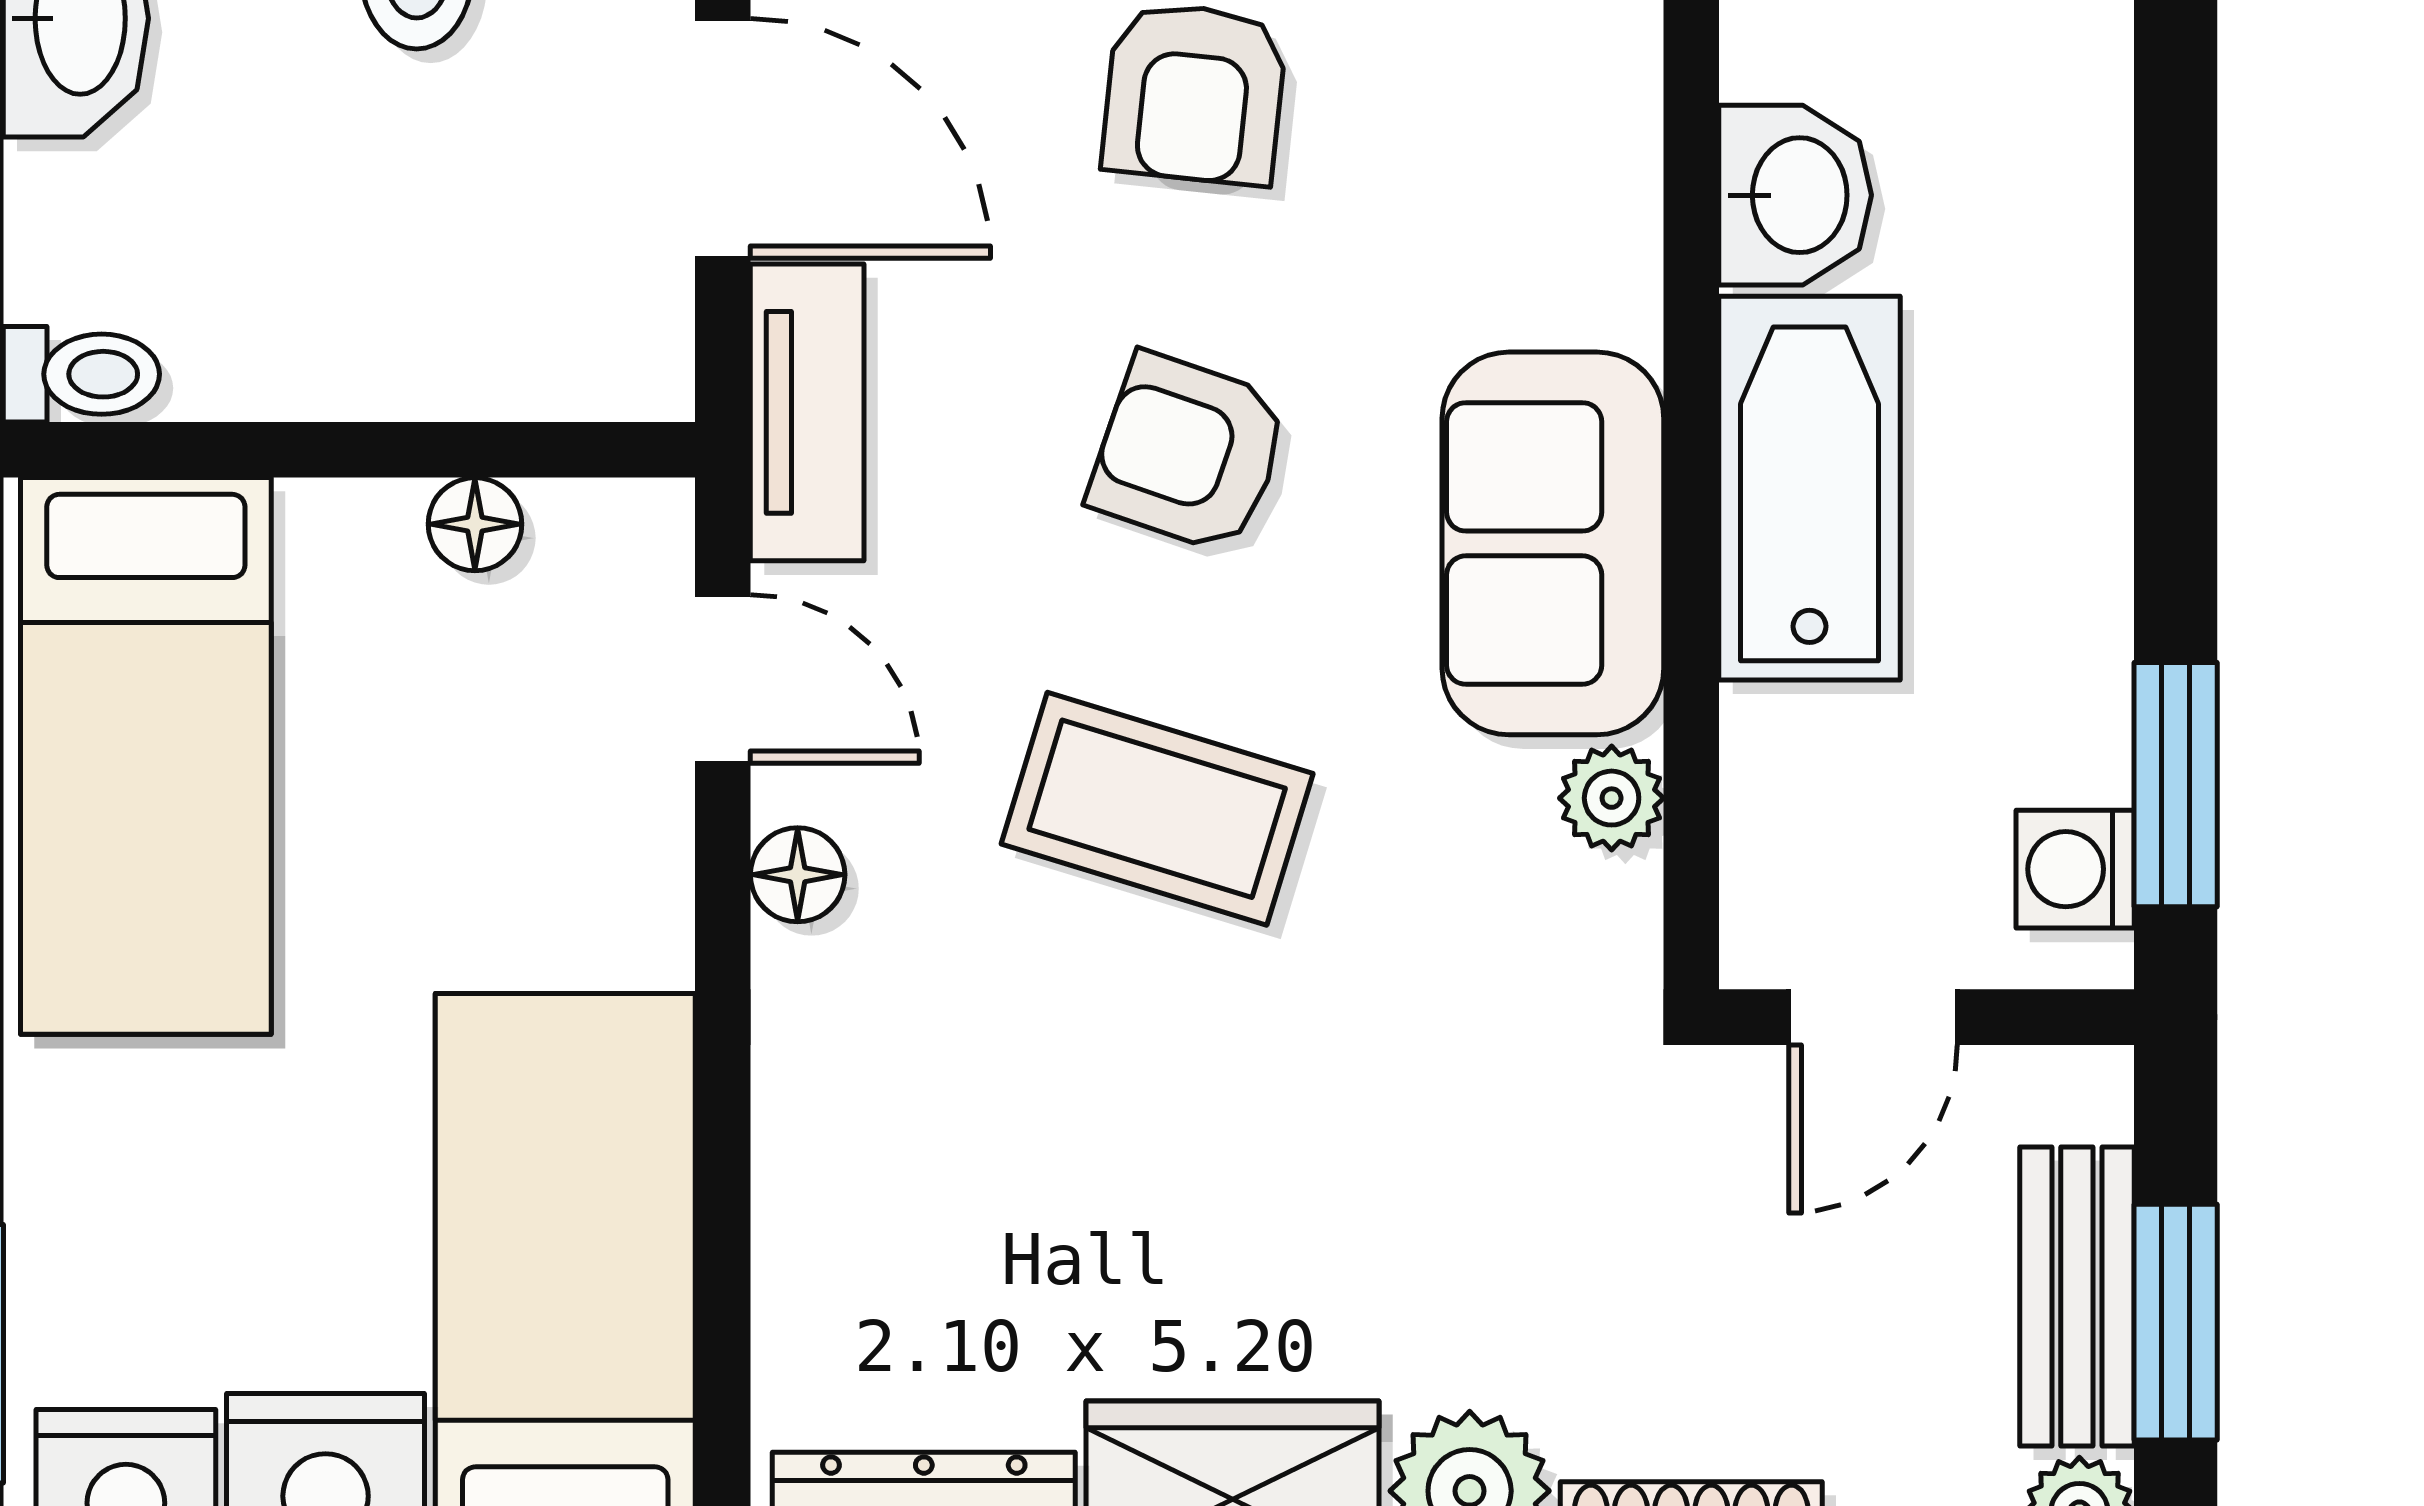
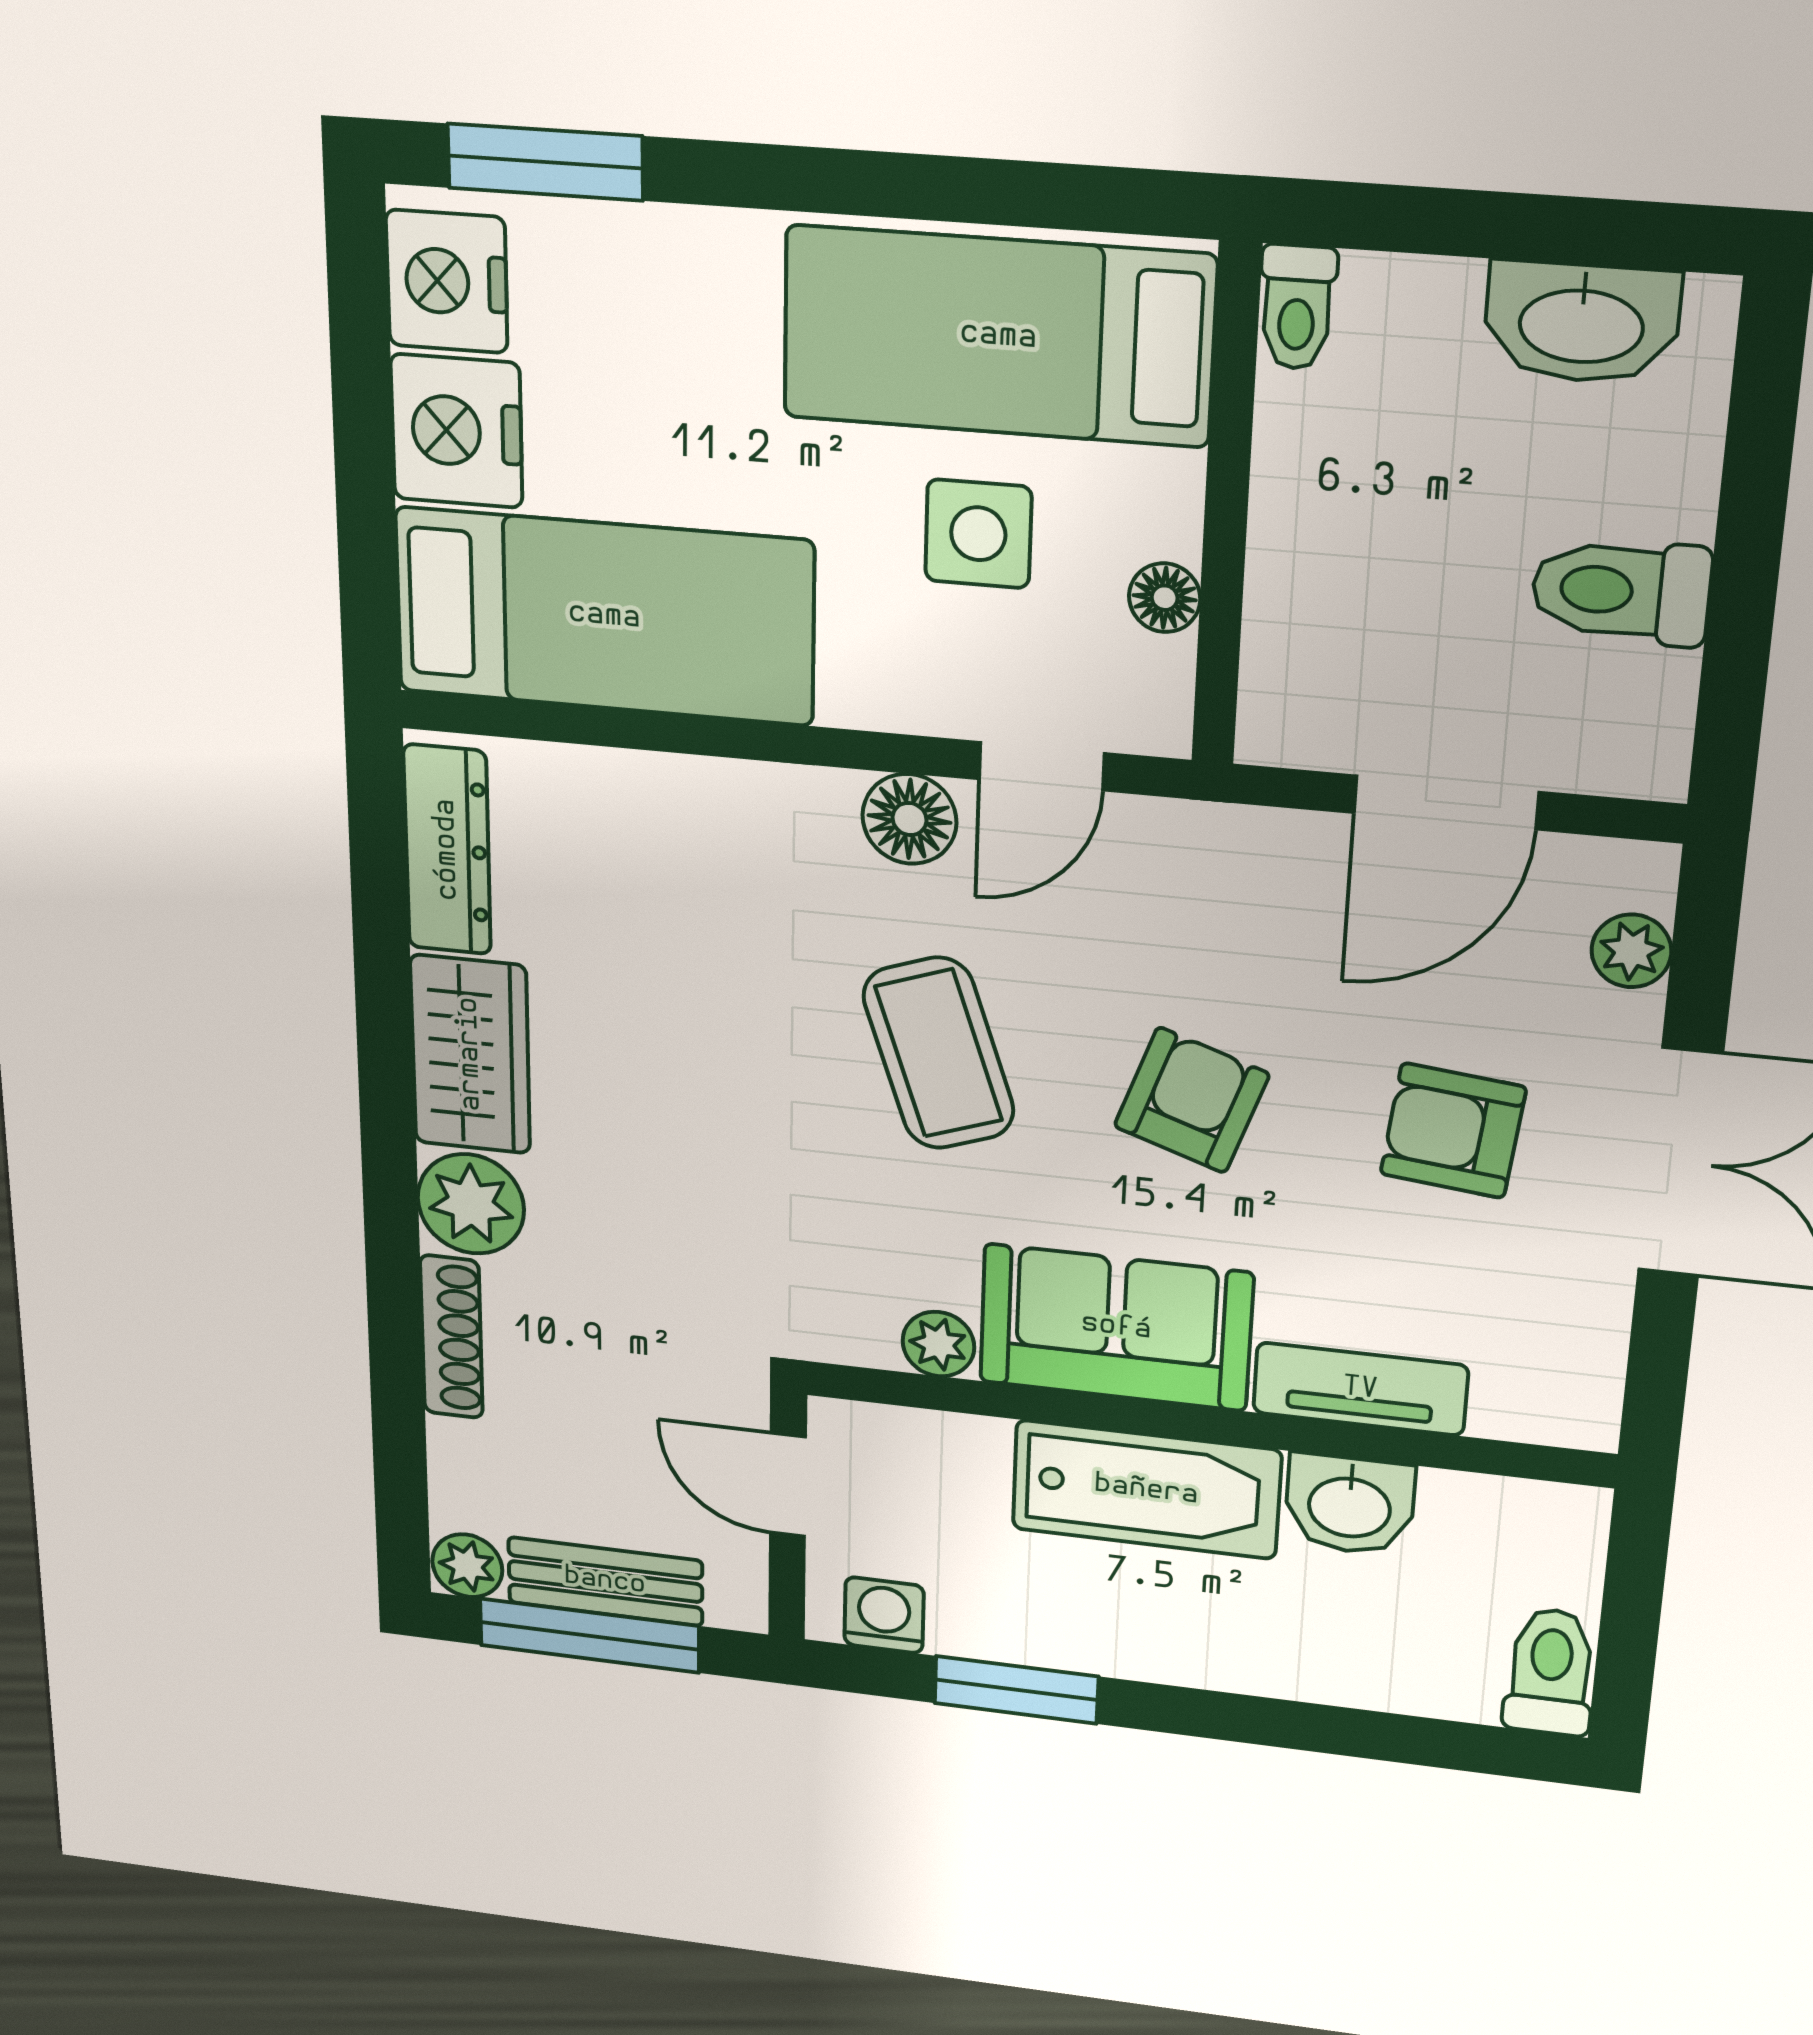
tv unit: (807, 412) -> (1360, 1389), moved, turned 180
side table: (409, 774) -> (978, 534), added
window: (2176, 785) -> (1016, 1690), moved
coffee table: (1157, 809) -> (939, 1053), turned -36
floor lamp: (798, 875) -> (909, 819), width x1.37, depth x1.37
window: (2176, 1322) -> (589, 1636), width x1.44

